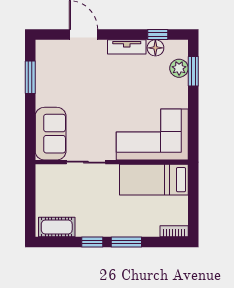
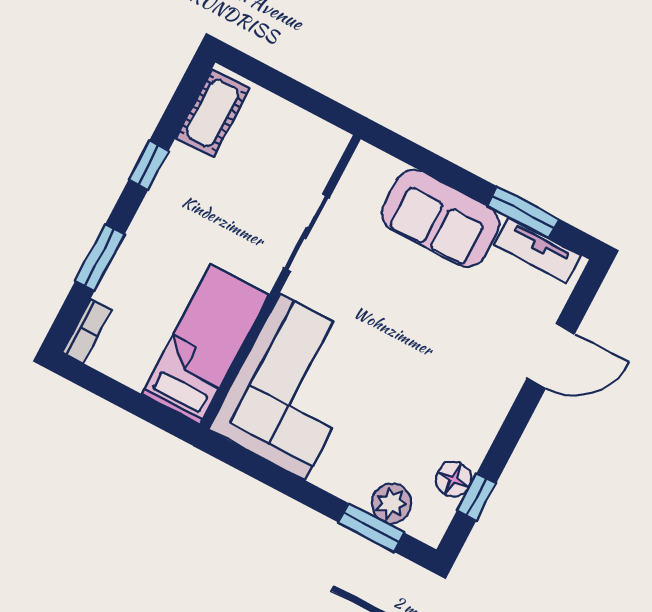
tv unit: (127, 47) -> (538, 250), moved, turned -90
sofa: (51, 134) -> (441, 218), moved
window: (126, 242) -> (100, 257), moved

